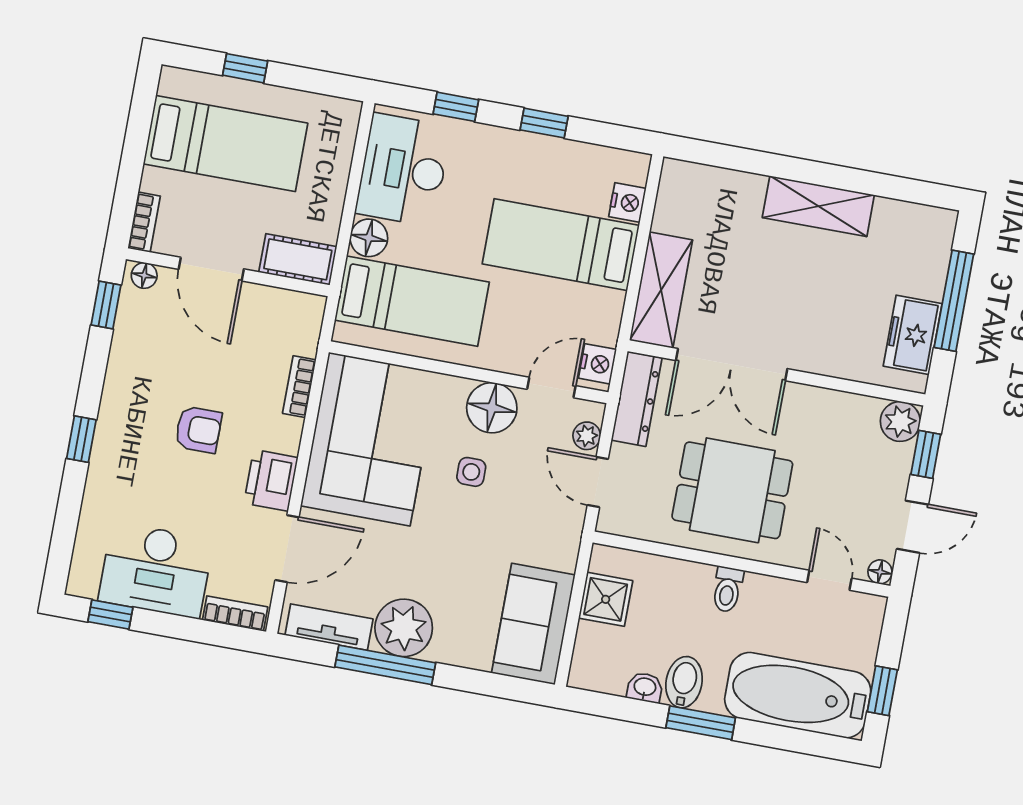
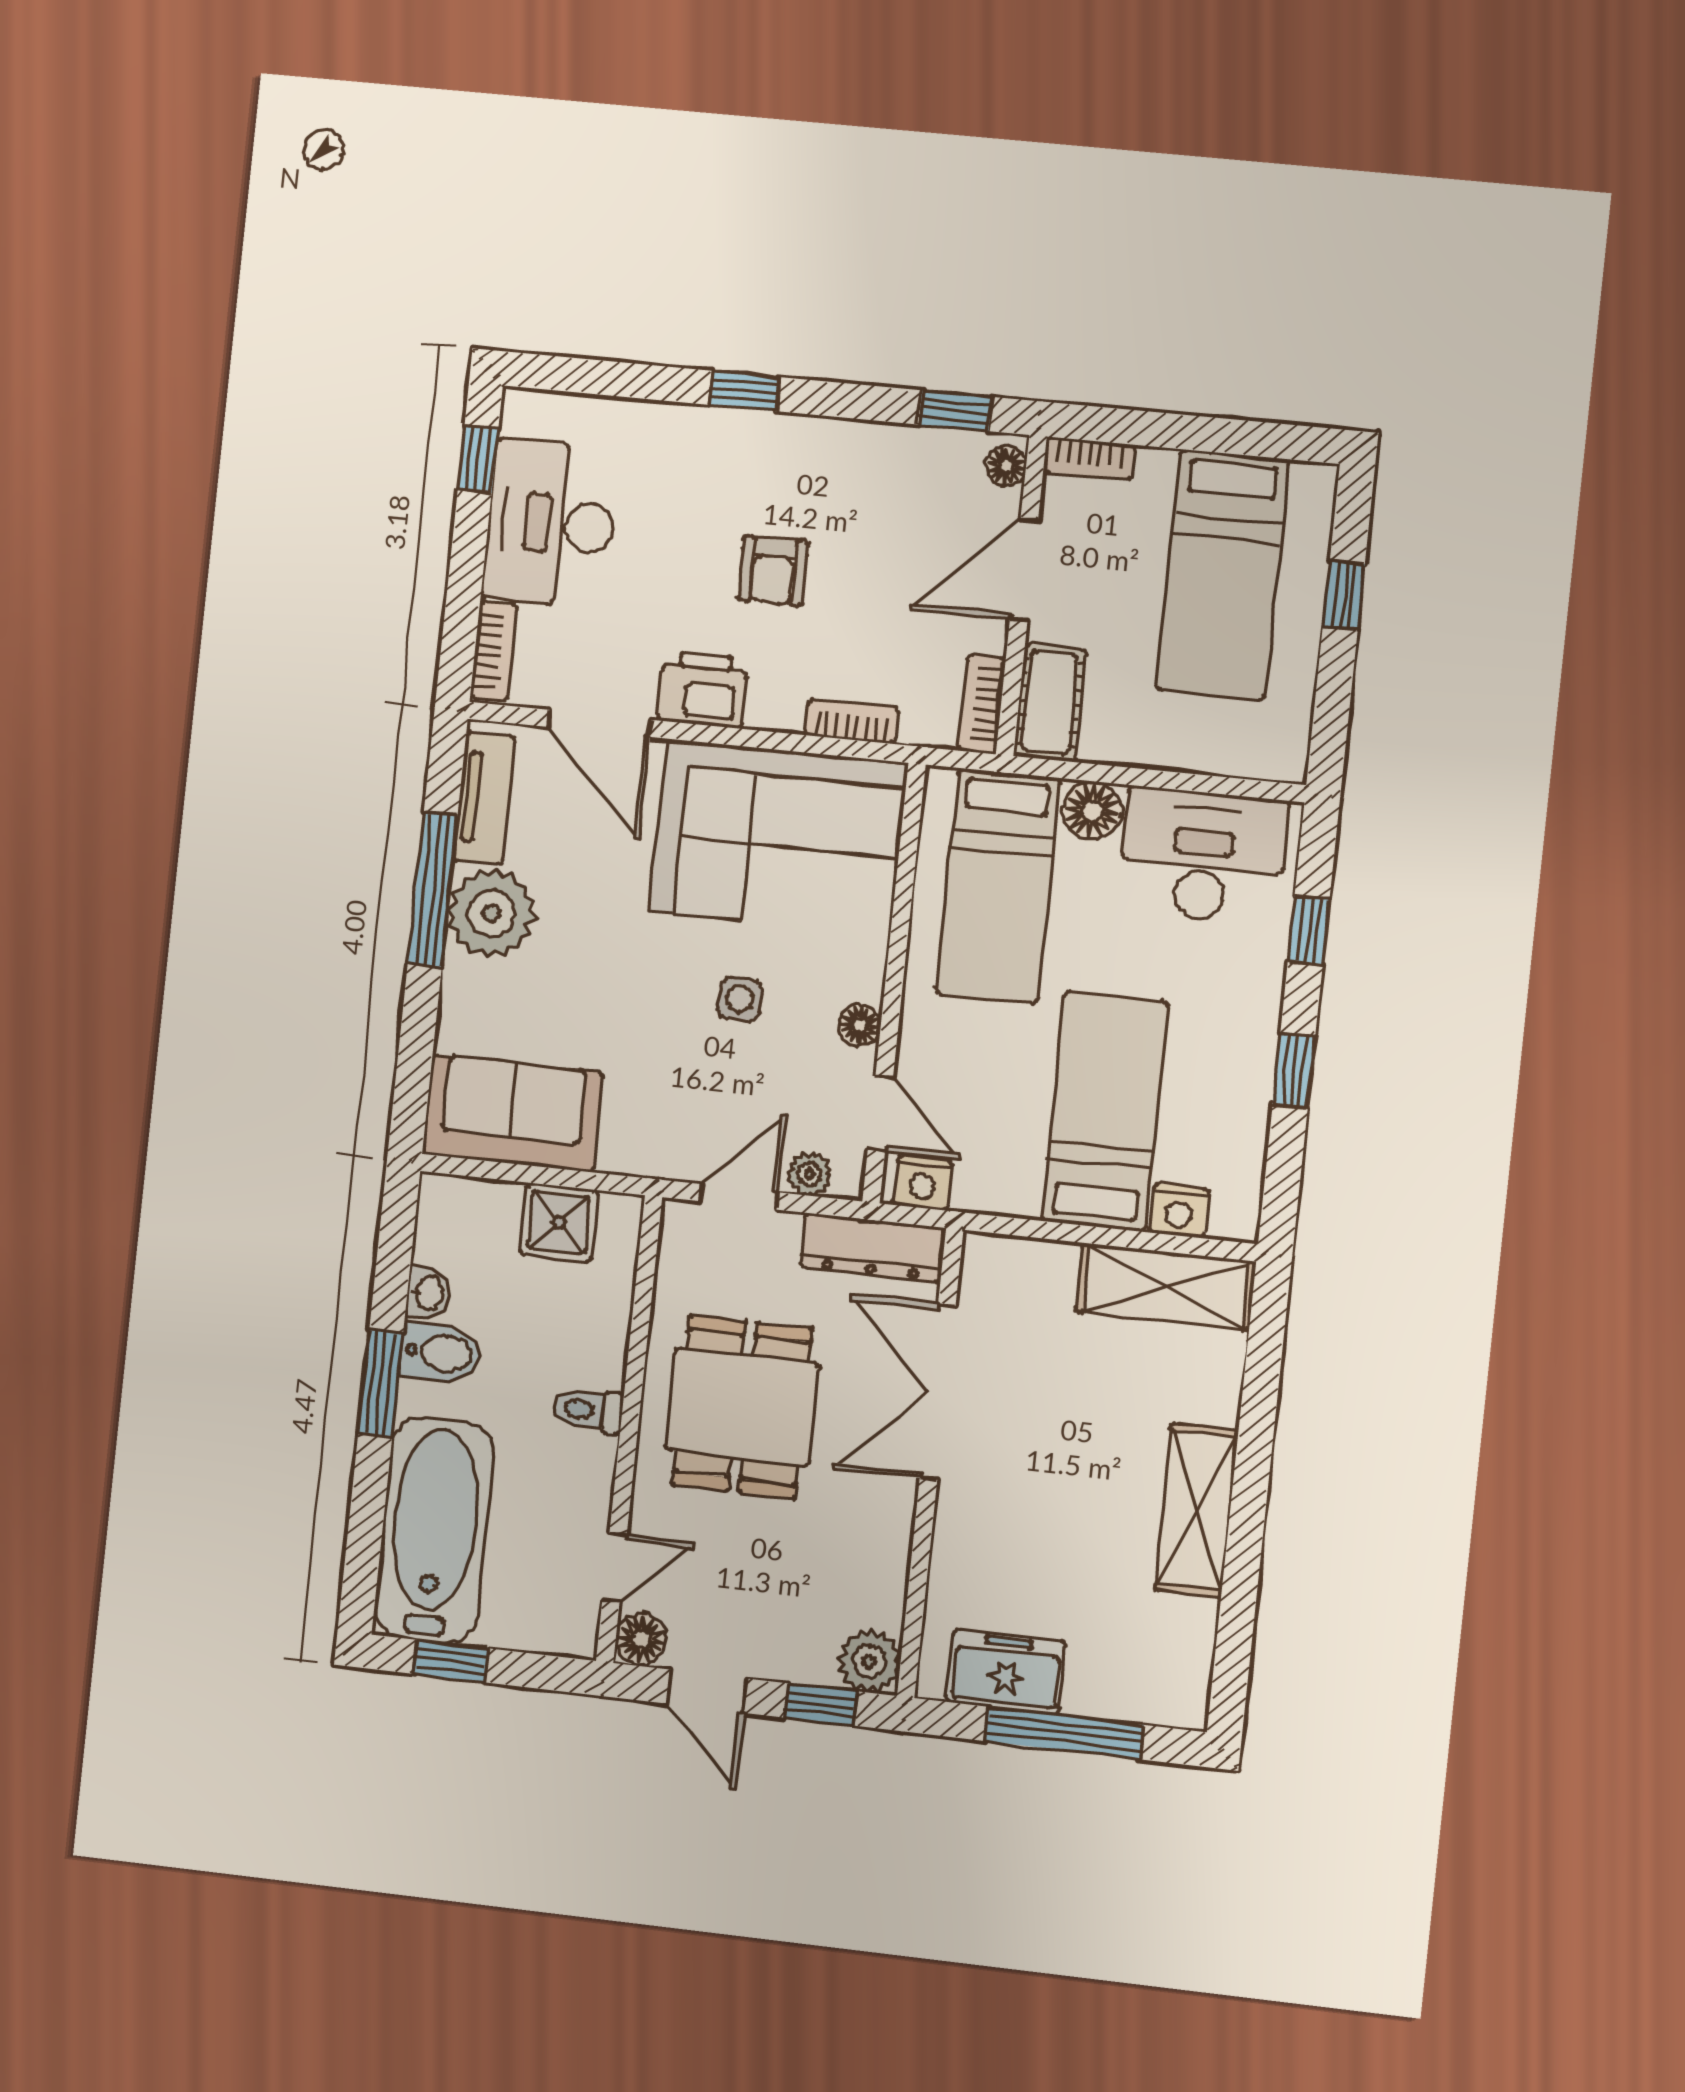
shelving: (661, 290) -> (1166, 1287), moved
bookcase: (295, 303) -> (982, 704), added
floor lamp: (492, 408) -> (860, 1025), width x0.53, depth x0.53
floor lamp: (880, 572) -> (641, 1639), width x1.37, depth x1.37

